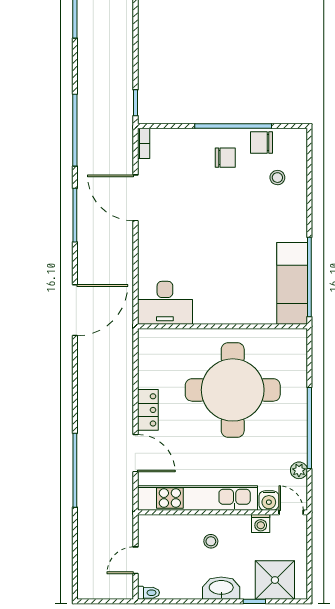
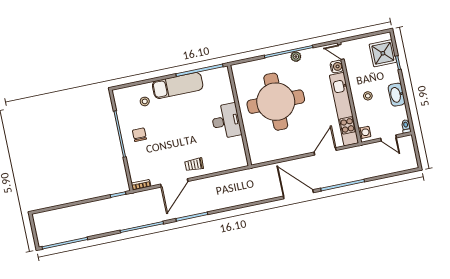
chair: (262, 142) -> (126, 115), removed
trolley: (158, 236) -> (194, 165), added
exam couch: (292, 283) -> (178, 85), moved
desk: (165, 303) -> (226, 121), moved
door: (75, 310) -> (298, 194), moved
locker: (148, 410) -> (298, 149), removed
plant: (299, 470) -> (296, 57), moved
door: (291, 512) -> (341, 52), hinge flipped
washing machine: (261, 523) -> (365, 132), moved
washbasin: (221, 588) -> (397, 95), moved

